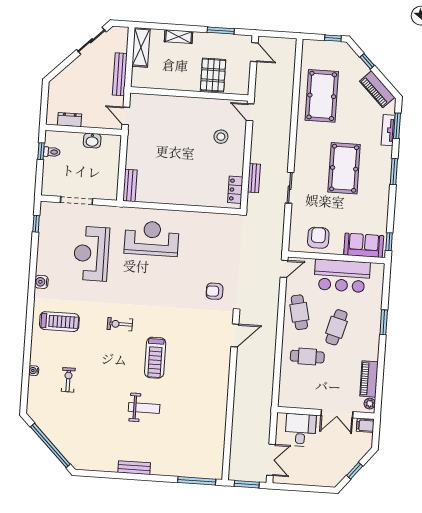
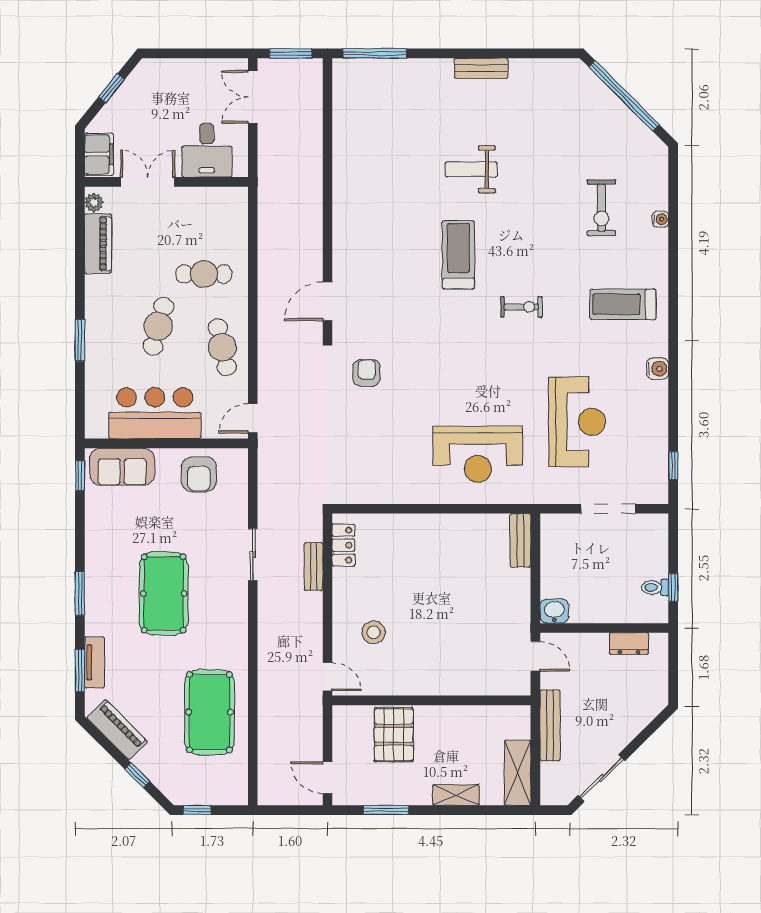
washbasin: (92, 141) -> (554, 611), moved
armchair: (215, 291) -> (367, 373), turned -89
exercise bike: (68, 380) -> (601, 208), width x1.38, depth x1.39
filing cabinet: (365, 426) -> (99, 154), width x2.00

